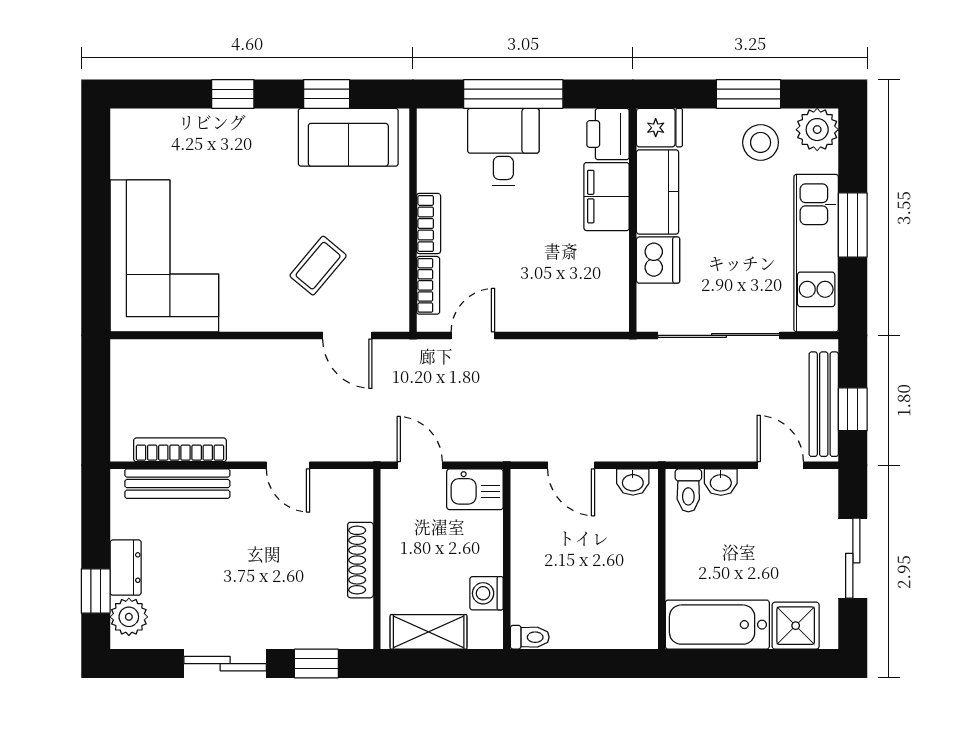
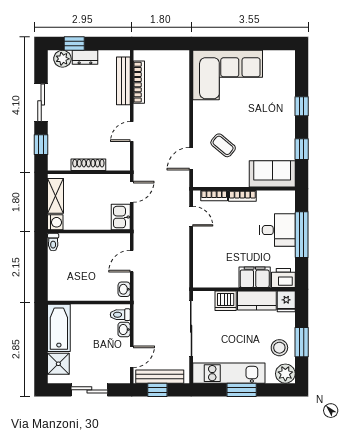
sofa: (348, 137) -> (272, 174), moved, turned 90
washing machine: (486, 593) -> (55, 222), moved, turned 90

